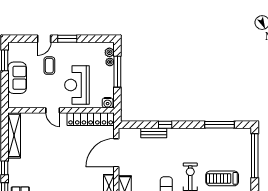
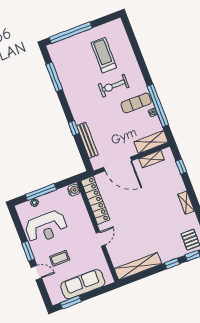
plant: (109, 52) -> (26, 207), removed
sofa: (17, 78) -> (83, 284), width x1.36
reception desk: (77, 85) -> (46, 227), moved
bench: (154, 133) -> (87, 140), width x1.36
treadmill: (222, 178) -> (104, 55), turned 180

